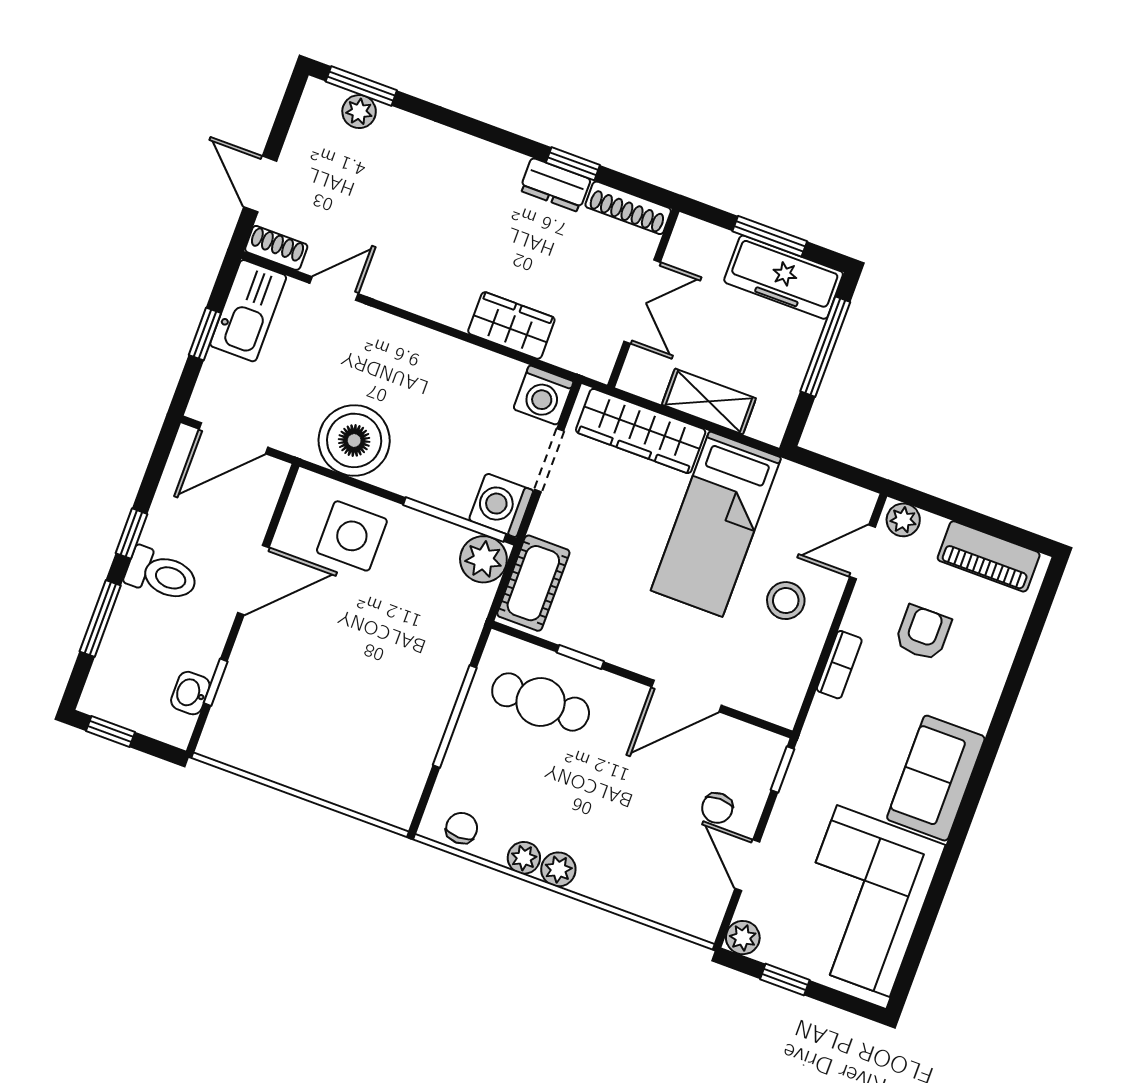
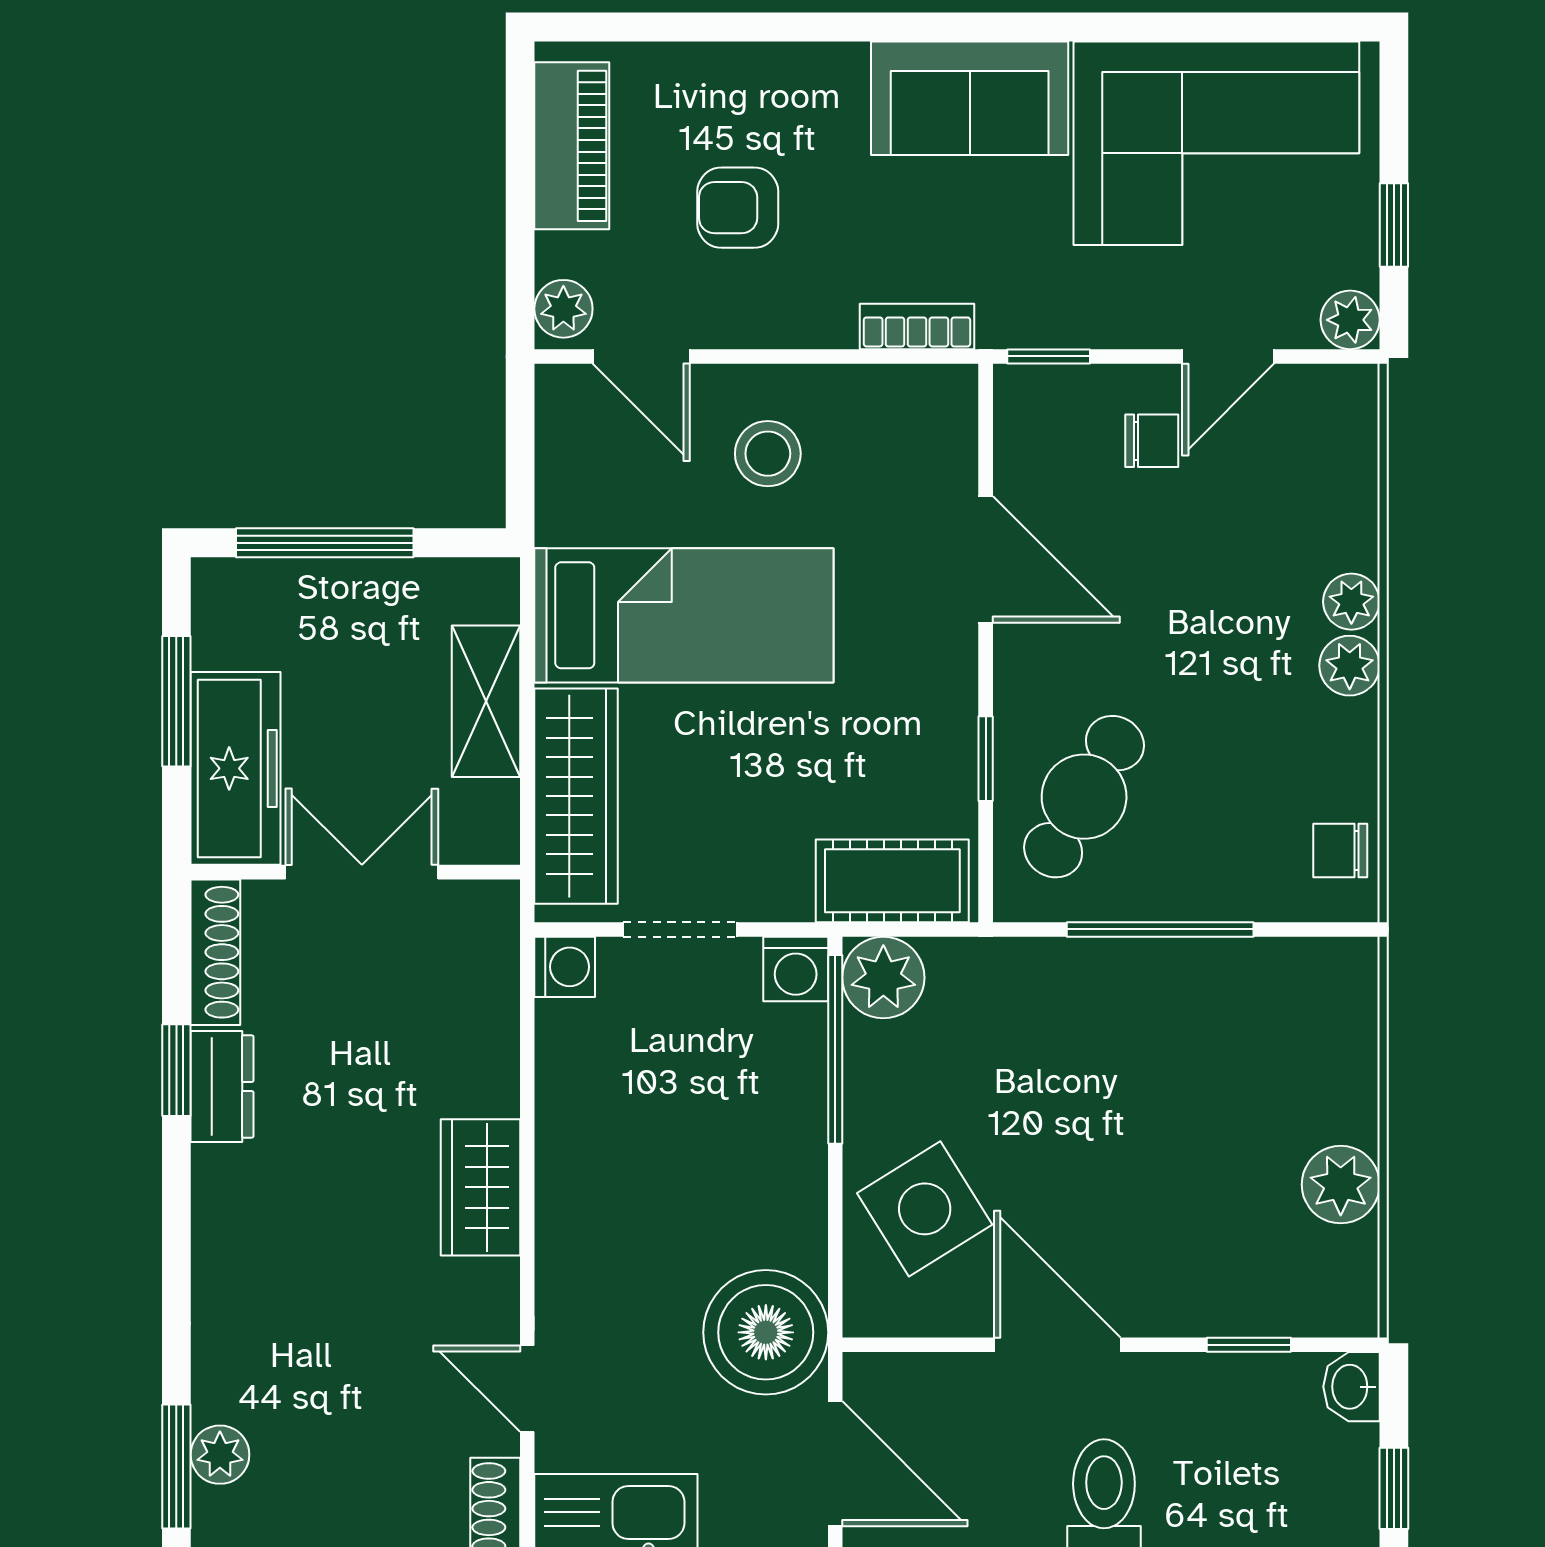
freezer: (784, 277) -> (235, 768), moved
wardrobe: (511, 326) -> (481, 1187), moved
washing machine: (543, 395) -> (565, 967), width x0.73, depth x0.73
boiler: (354, 440) -> (766, 1332), moved
washing machine: (501, 505) -> (796, 969), width x0.73, depth x0.73
side table: (352, 536) -> (925, 1209), turned -32
bookcase: (839, 665) -> (917, 326), moved
washbasin: (190, 693) -> (1351, 1387), moved, turned 90
cafe table: (541, 702) -> (1084, 797), turned 30
plant: (283, 763) -> (1341, 1185), added
plant: (524, 858) -> (1351, 602), moved

